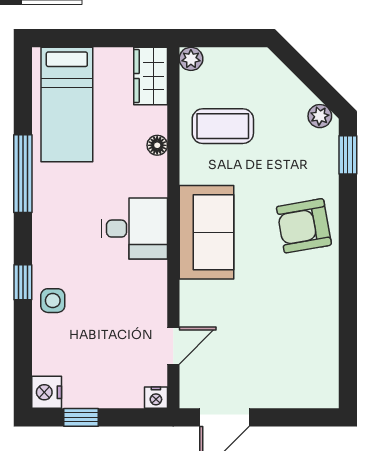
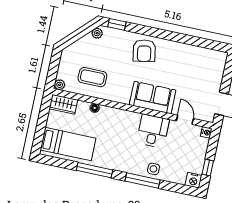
coffee table: (223, 126) -> (92, 77), turned 90
desk: (134, 229) -> (153, 131), moved
sofa: (206, 232) -> (153, 98), moved
window: (23, 282) -> (143, 180), width x2.17

